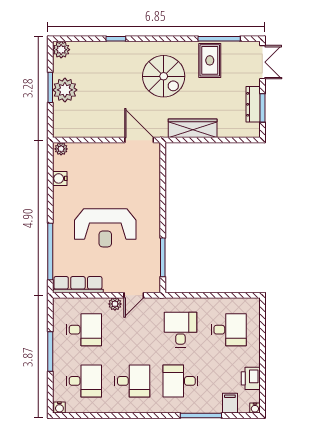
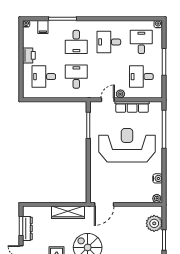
plant: (65, 90) -> (154, 223), moved
door: (139, 140) -> (104, 204), hinge flipped
reception desk: (105, 228) -> (127, 145), width x1.36, depth x1.30
row of seats: (78, 285) -> (132, 107), moved
desk: (180, 330) -> (76, 77), turned 180
printer: (251, 378) -> (29, 55), moved
desk: (84, 381) -> (141, 42), turned 90
desk: (180, 381) -> (76, 42), turned 90

